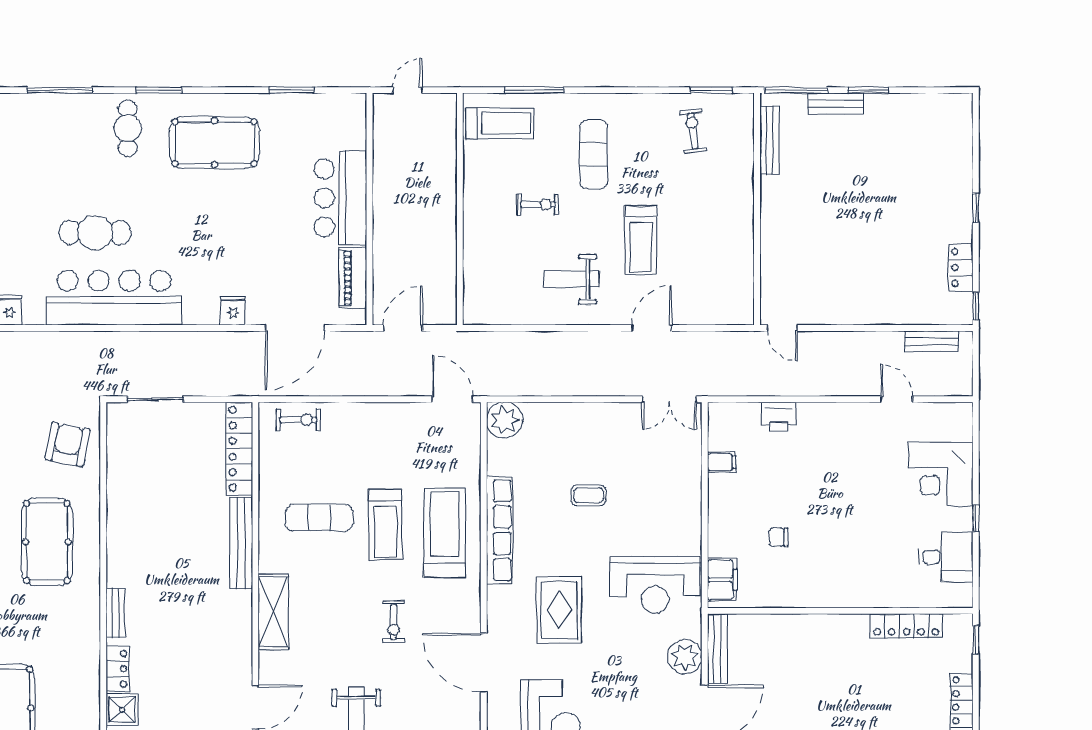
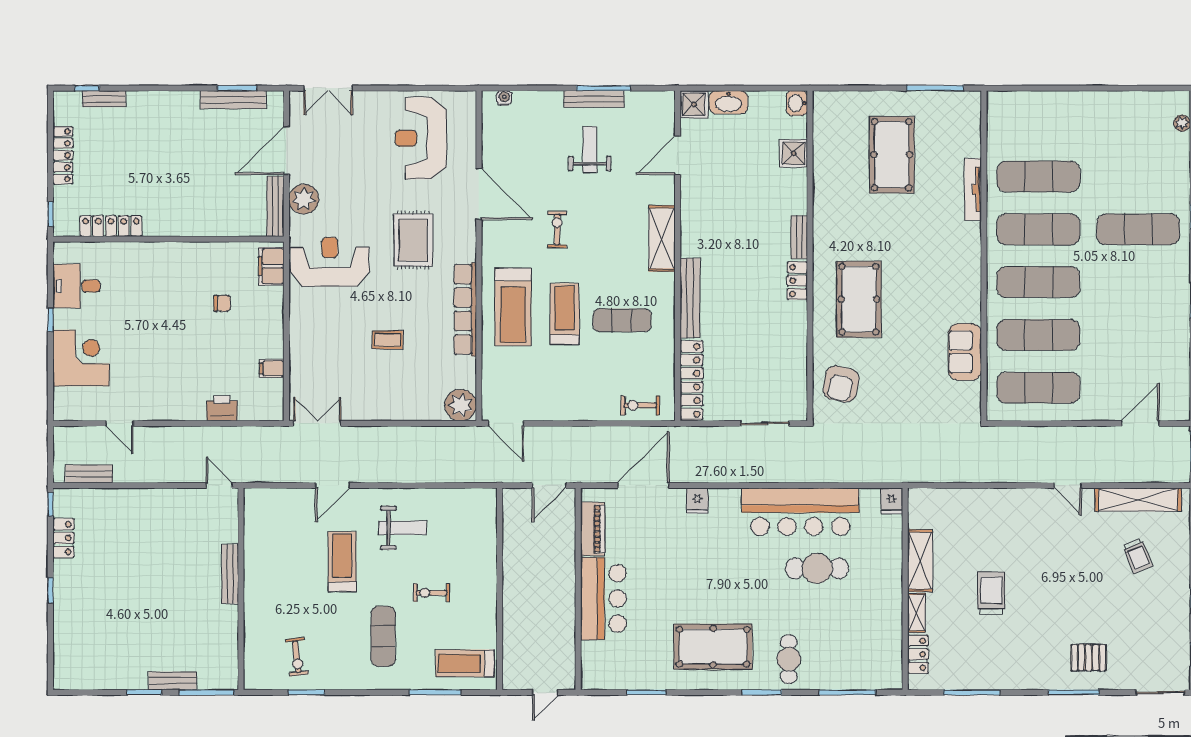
window: (711, 90) -> (307, 692), moved
bench: (769, 140) -> (230, 574), moved
locker: (118, 669) -> (797, 281), moved

